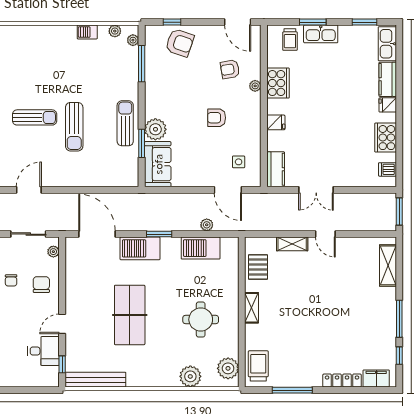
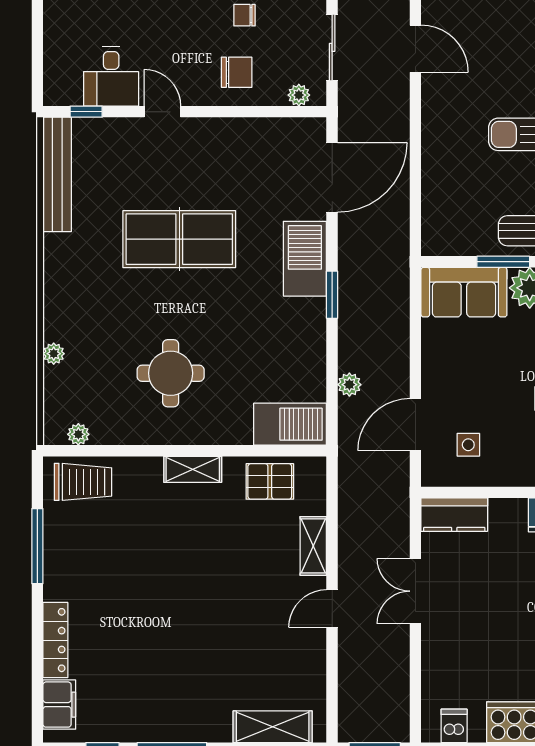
barbecue: (201, 248) -> (290, 424), moved, turned 90
plant: (228, 368) -> (78, 434), width x0.53, depth x0.53
plant: (190, 376) -> (54, 354), width x0.53, depth x0.53

